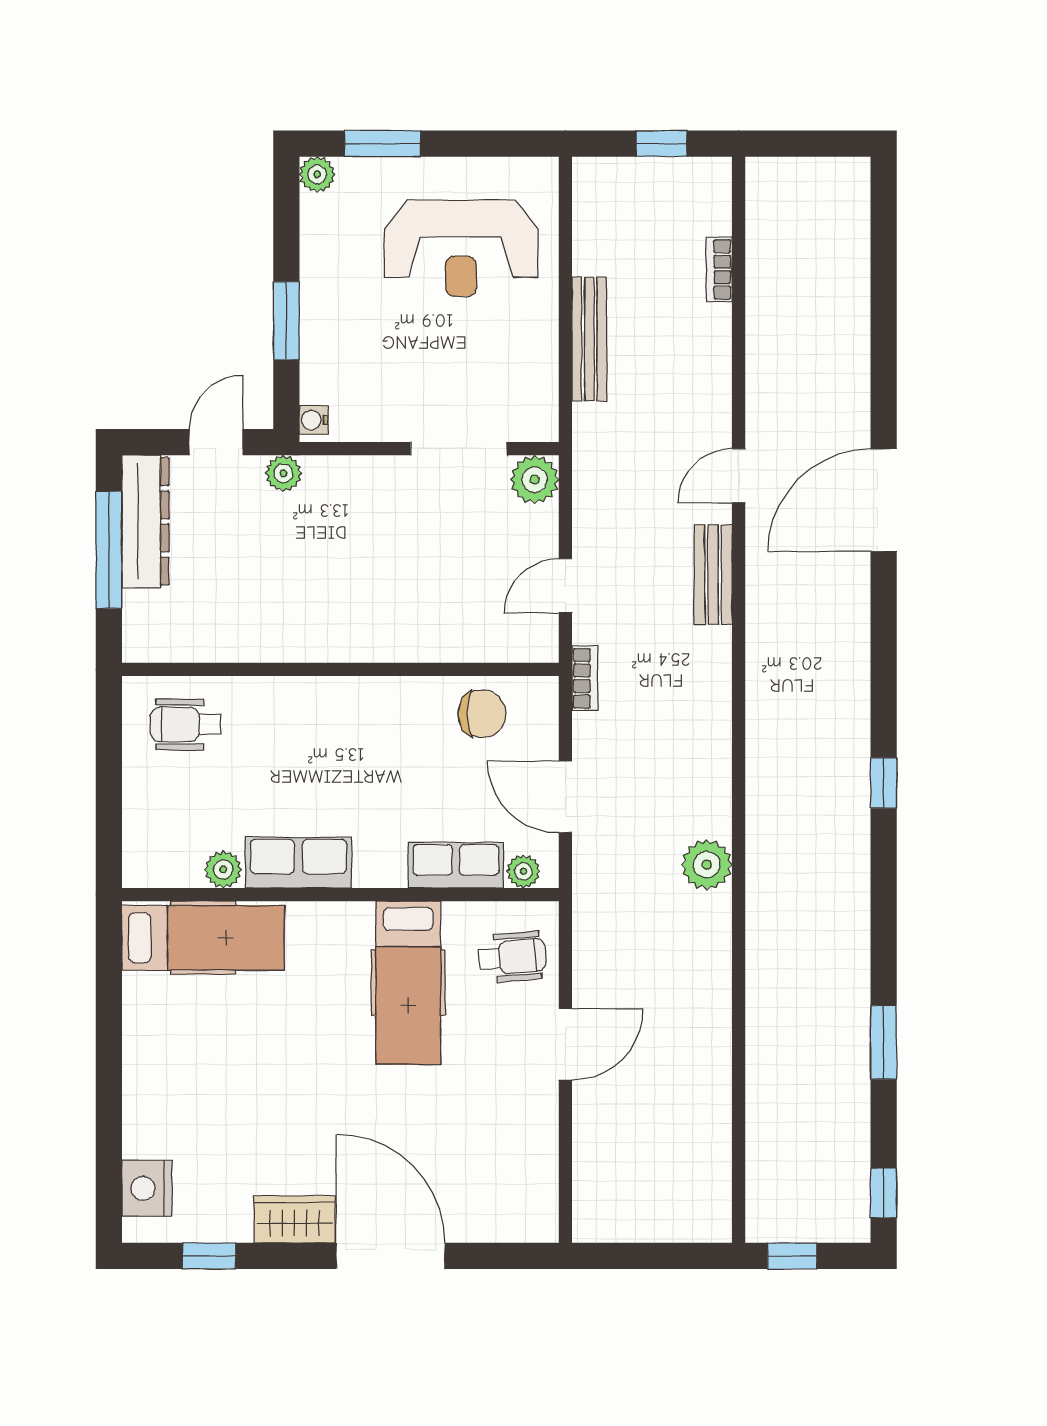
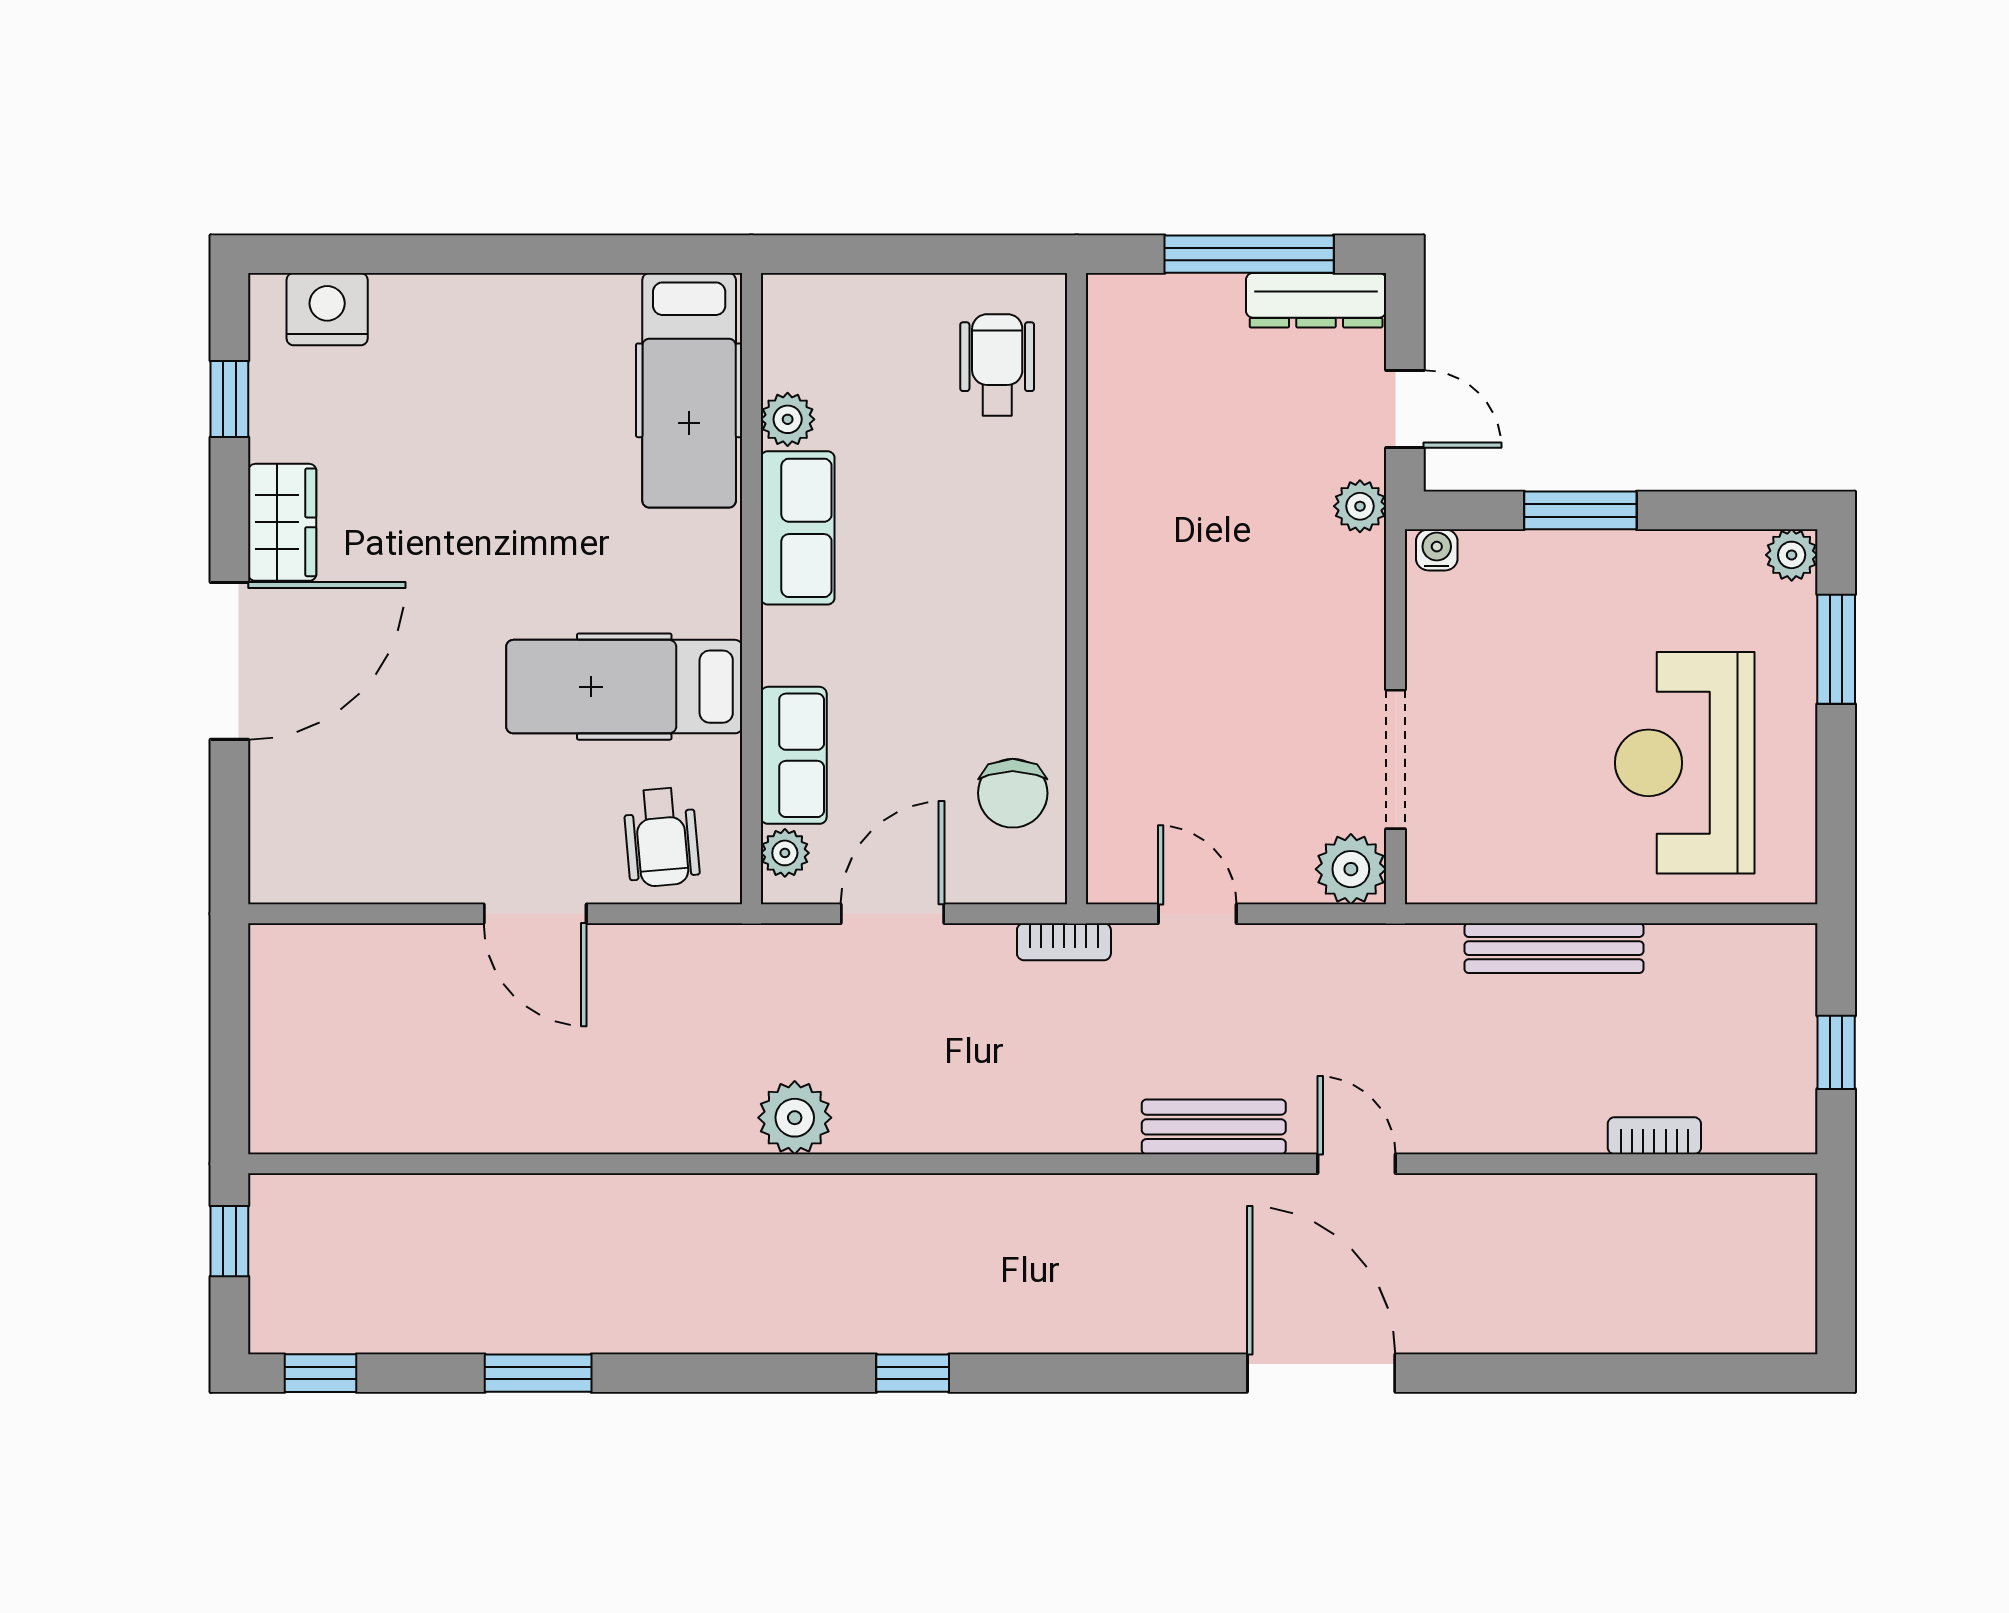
dresser: (145, 521) -> (1316, 300), width x0.73, depth x0.80

